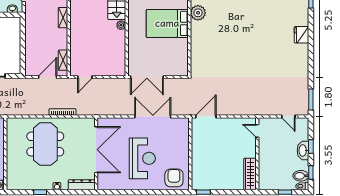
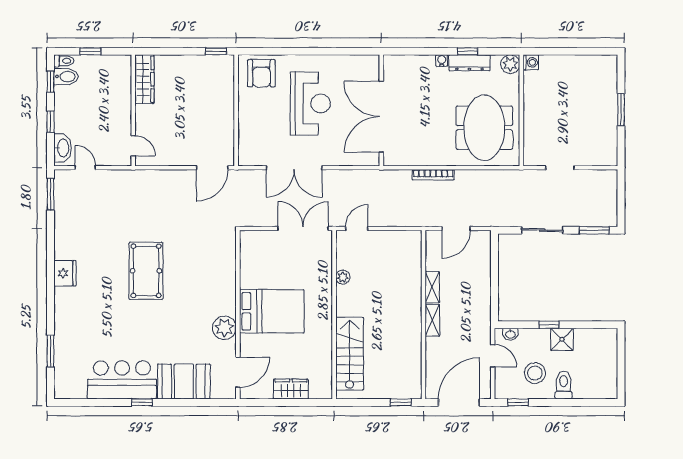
plant: (121, 25) -> (343, 277), moved
fridge: (301, 35) -> (65, 273), moved
pool table: (249, 50) -> (146, 271), added
shelving: (63, 60) -> (432, 287), moved
door: (85, 77) -> (357, 229), moved
meeting table: (45, 144) -> (484, 128), moved
washbasin: (303, 151) -> (63, 148), moved
reception desk: (142, 158) -> (310, 103), turned 180
plant: (12, 184) -> (510, 64), added
dresser: (82, 185) -> (469, 63), moved

